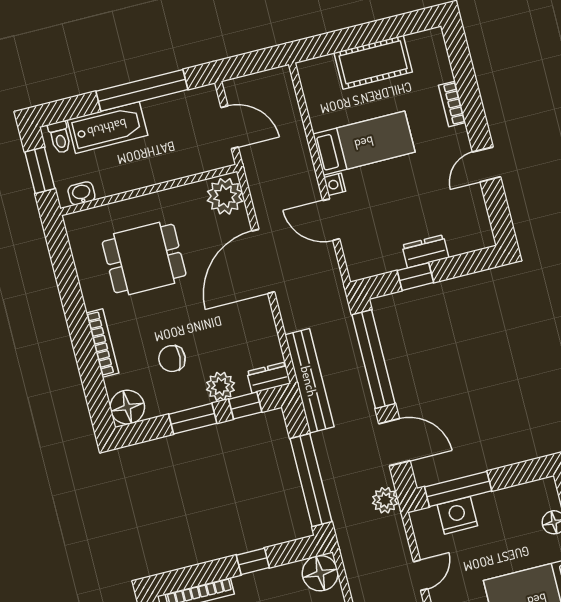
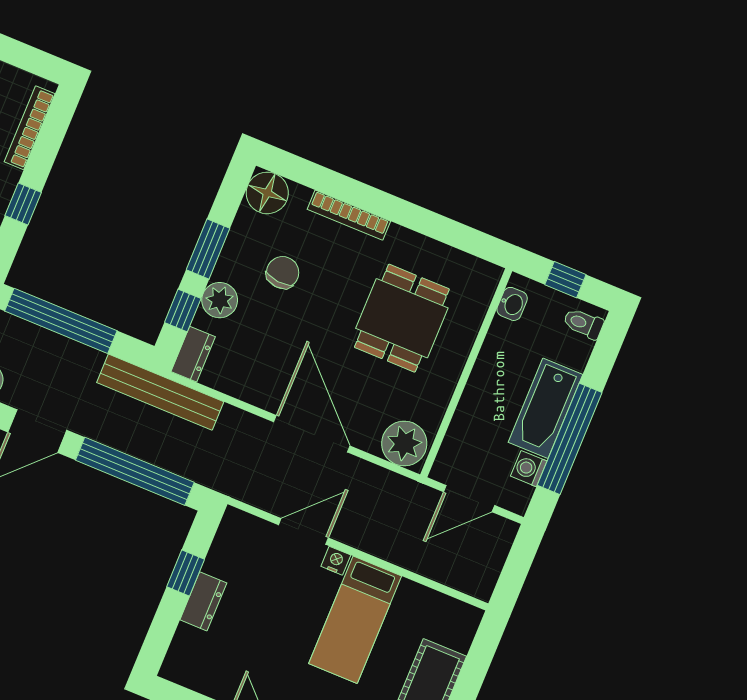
washing machine: (181, 103) -> (529, 469), added
bathtub: (107, 128) -> (545, 408), moved
window: (40, 170) -> (565, 280), width x0.67

